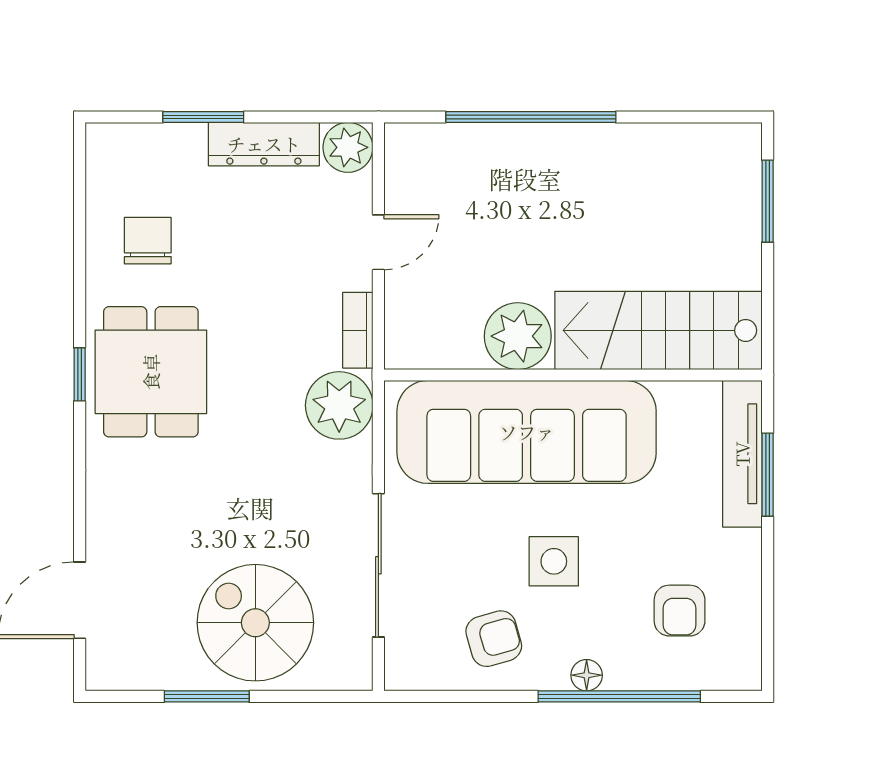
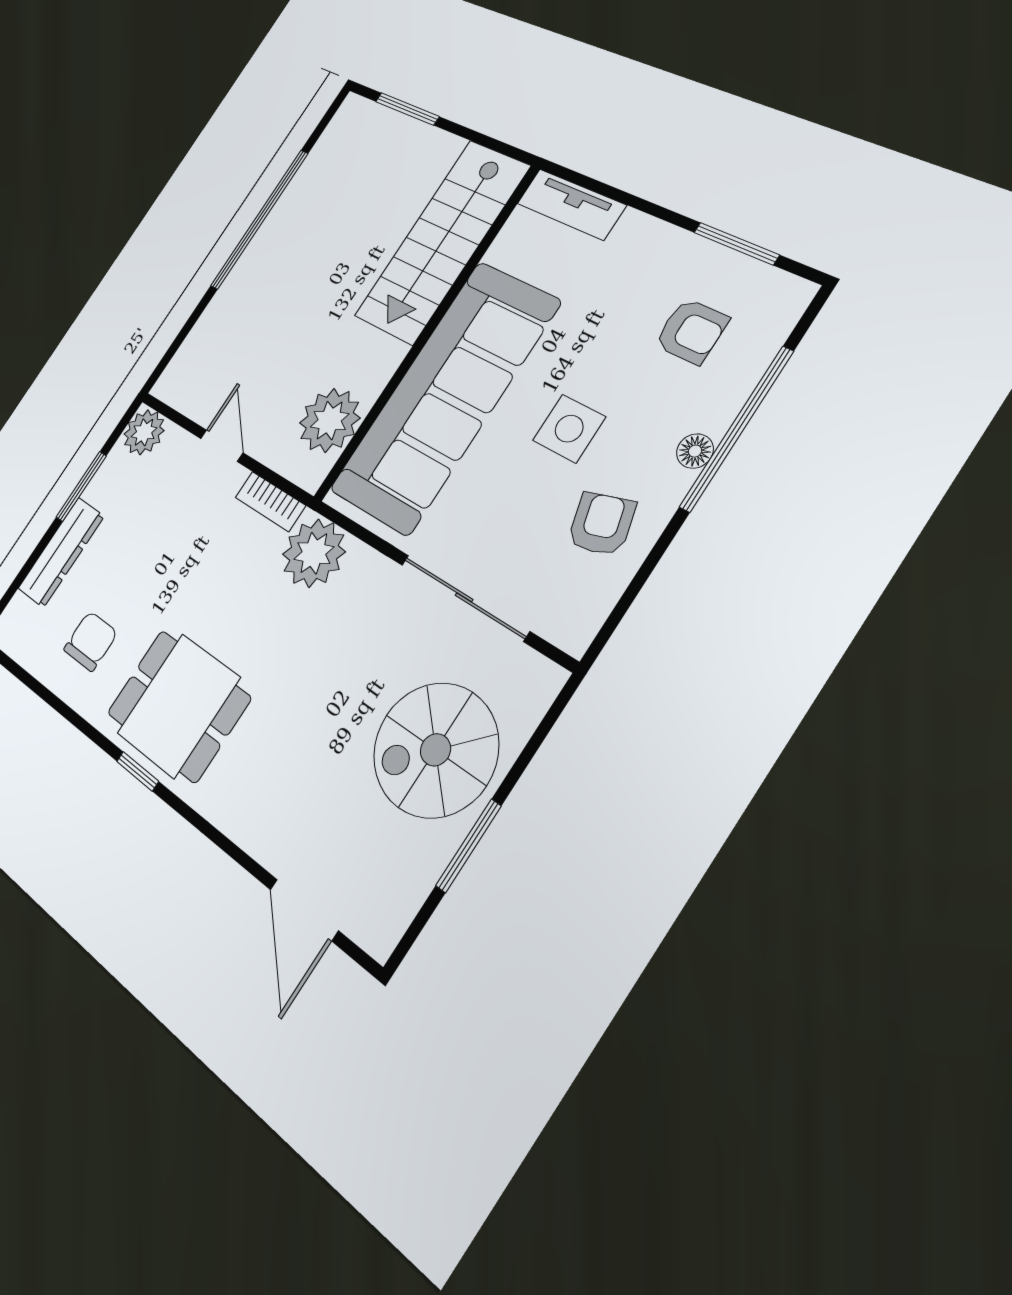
window: (203, 117) -> (81, 486), moved
window: (531, 117) -> (259, 219), moved
dresser: (264, 144) -> (61, 552), moved
chair: (148, 241) -> (91, 641), turned 90
plant: (518, 336) -> (330, 420), moved
tv unit: (742, 454) -> (571, 204), width x0.71
window: (768, 475) -> (736, 244), moved

